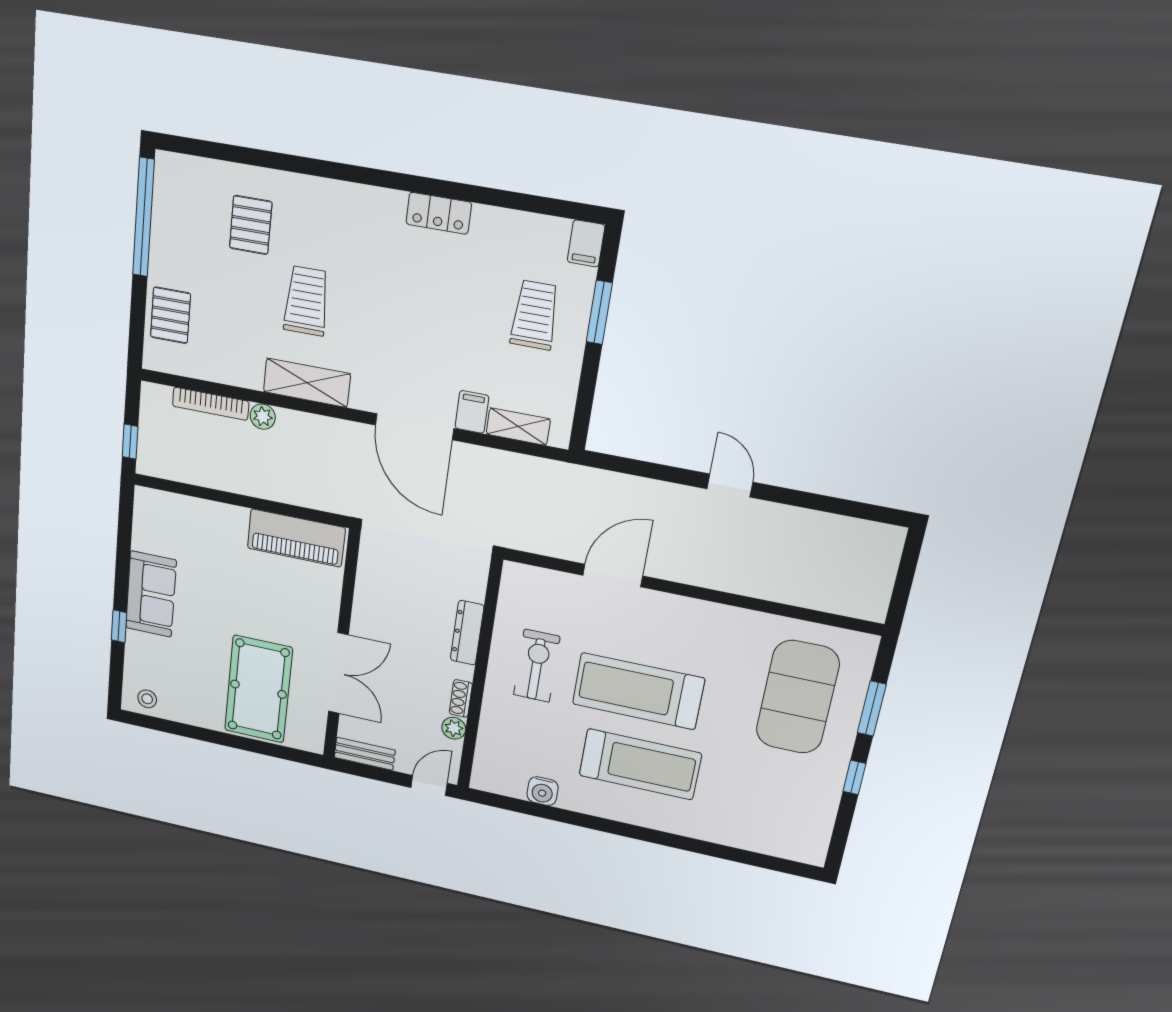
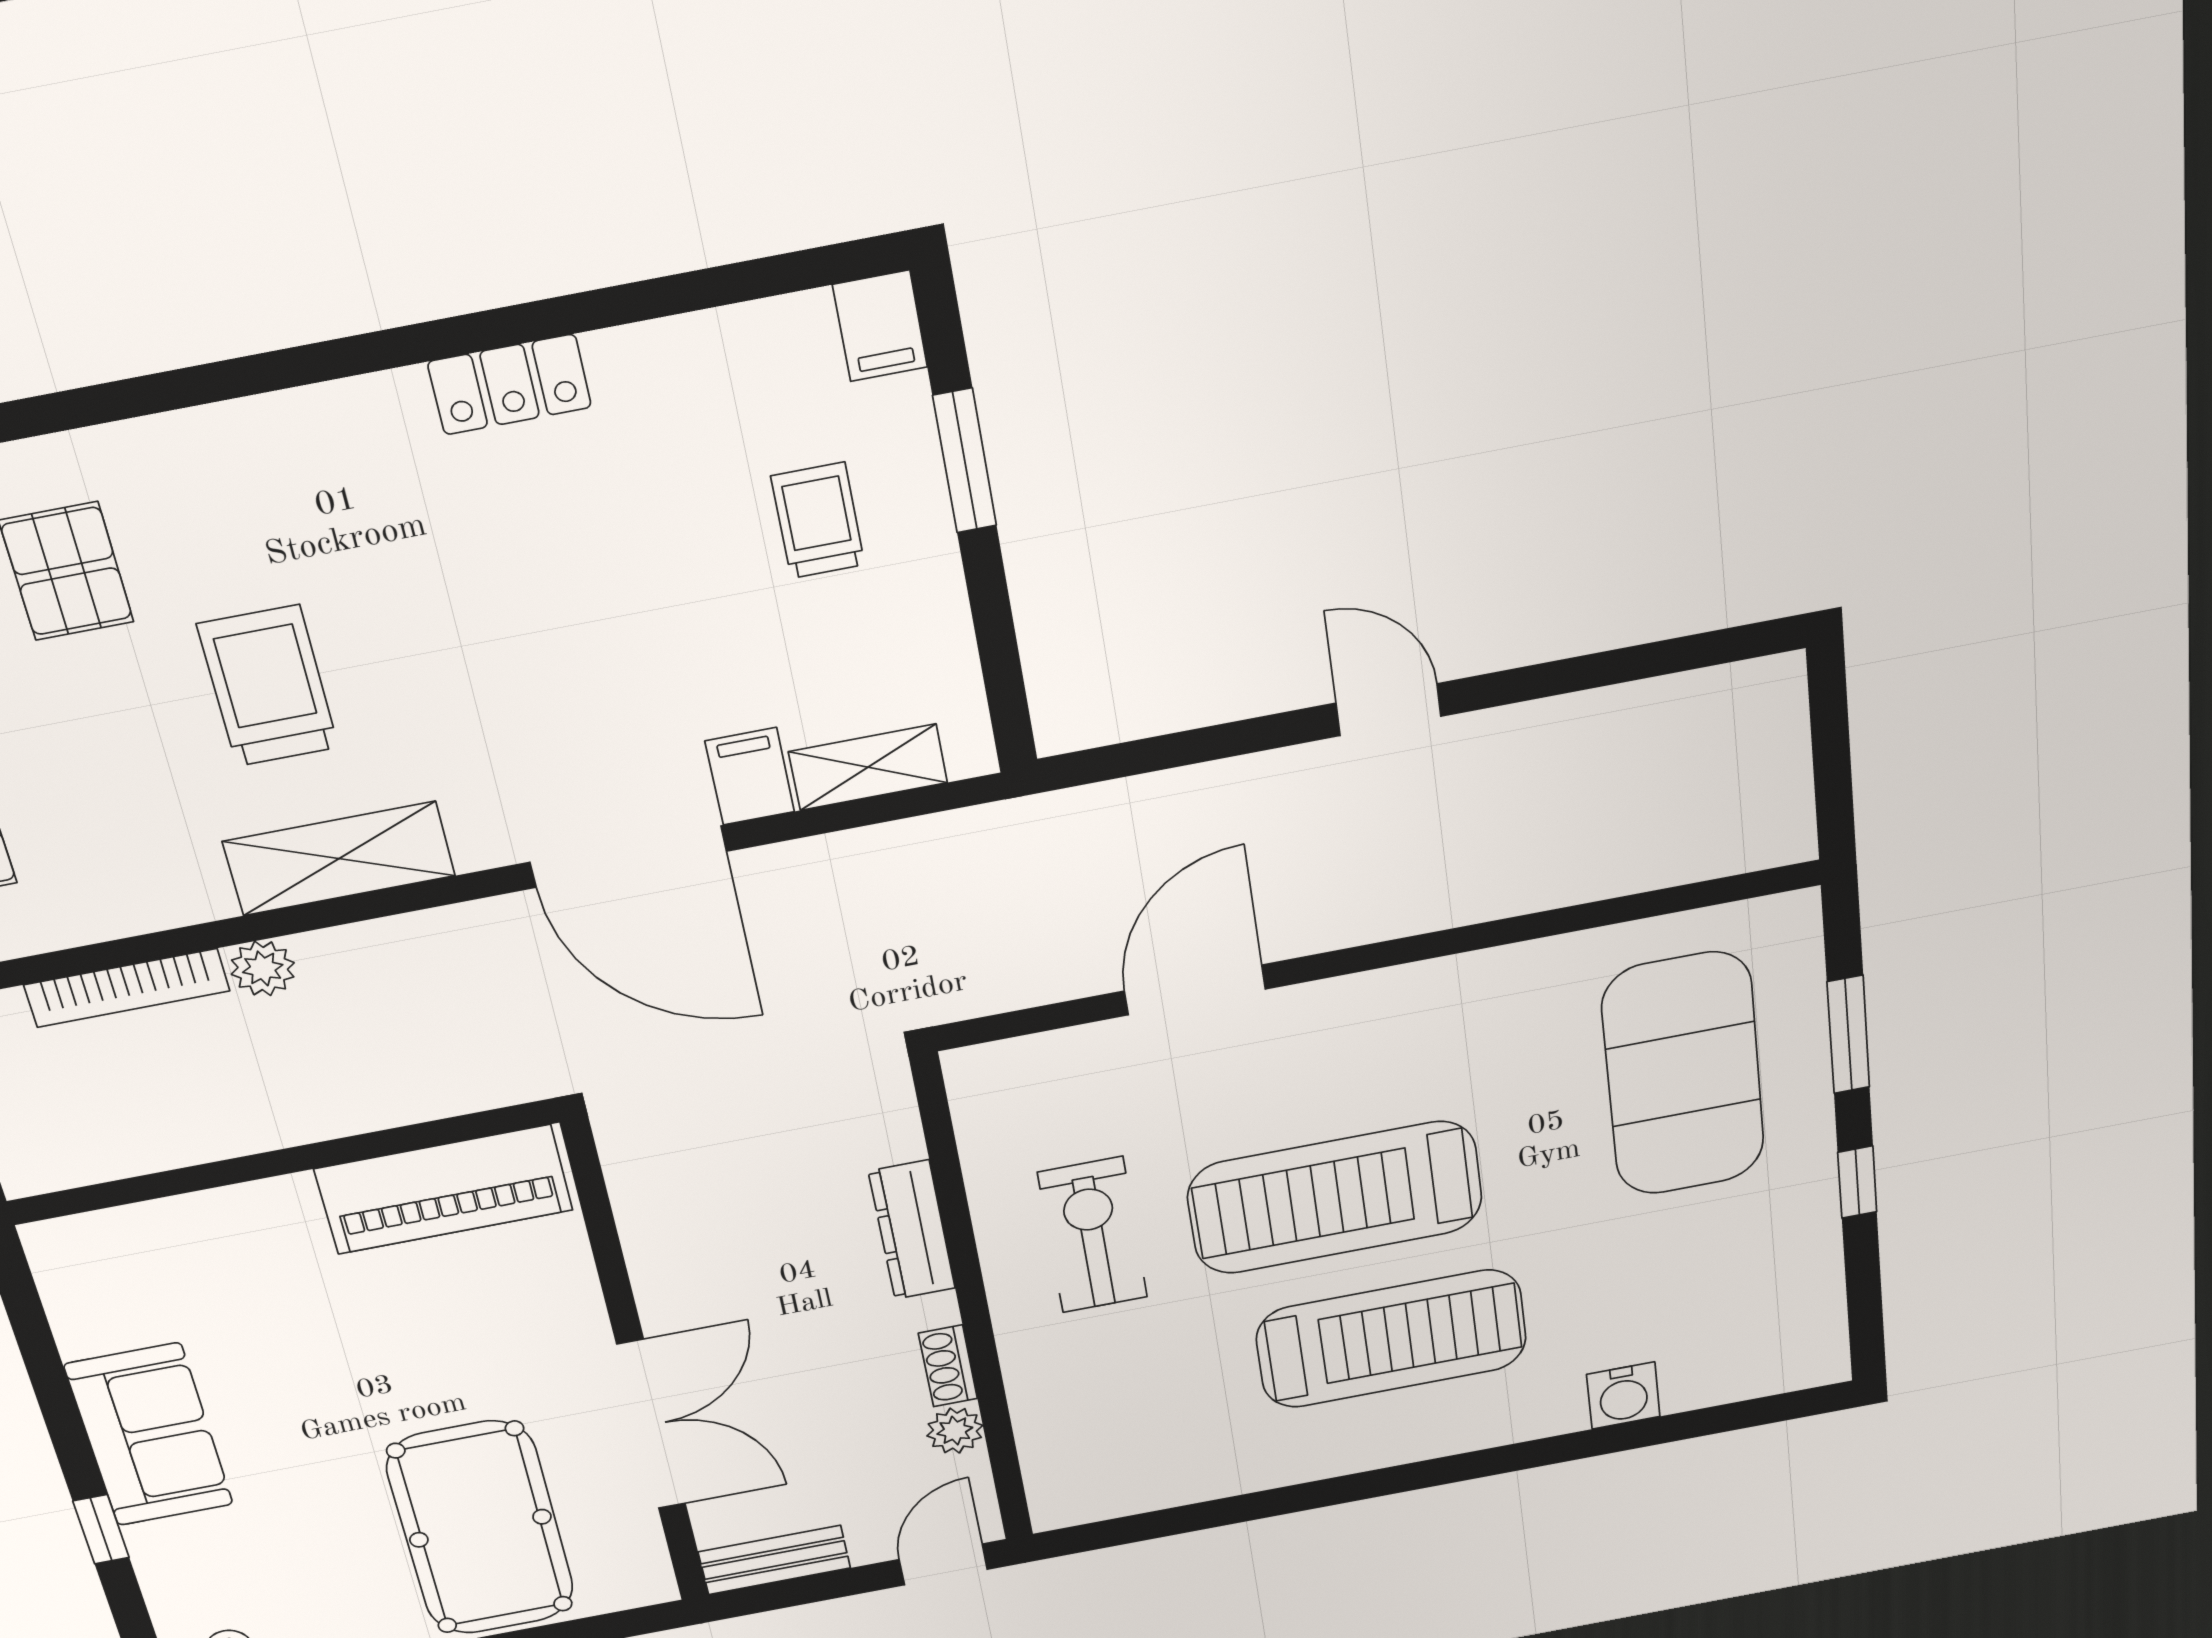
trolley: (535, 315) -> (818, 521), width x0.73, depth x0.72
water cooler: (543, 791) -> (1623, 1396), moved

